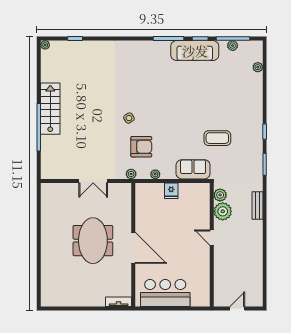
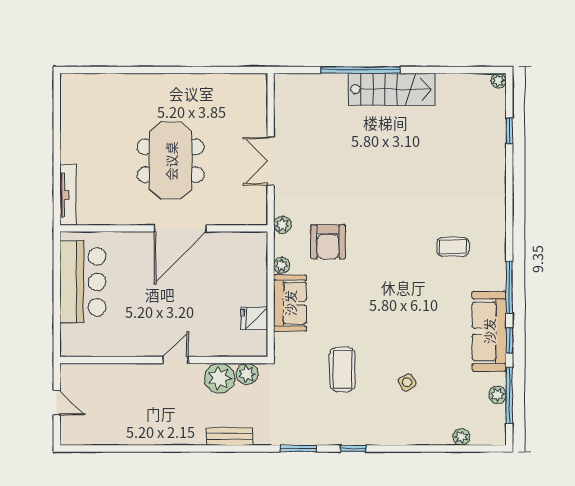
coffee table: (144, 72) -> (453, 247), added
side table: (129, 118) -> (407, 382), moved
sofa: (193, 169) -> (290, 303), moved
fridge: (171, 191) -> (254, 318), moved
meeting table: (93, 241) -> (171, 161), turned 90
door: (133, 248) -> (180, 228), moved
tv unit: (119, 302) -> (68, 195), width x1.41

